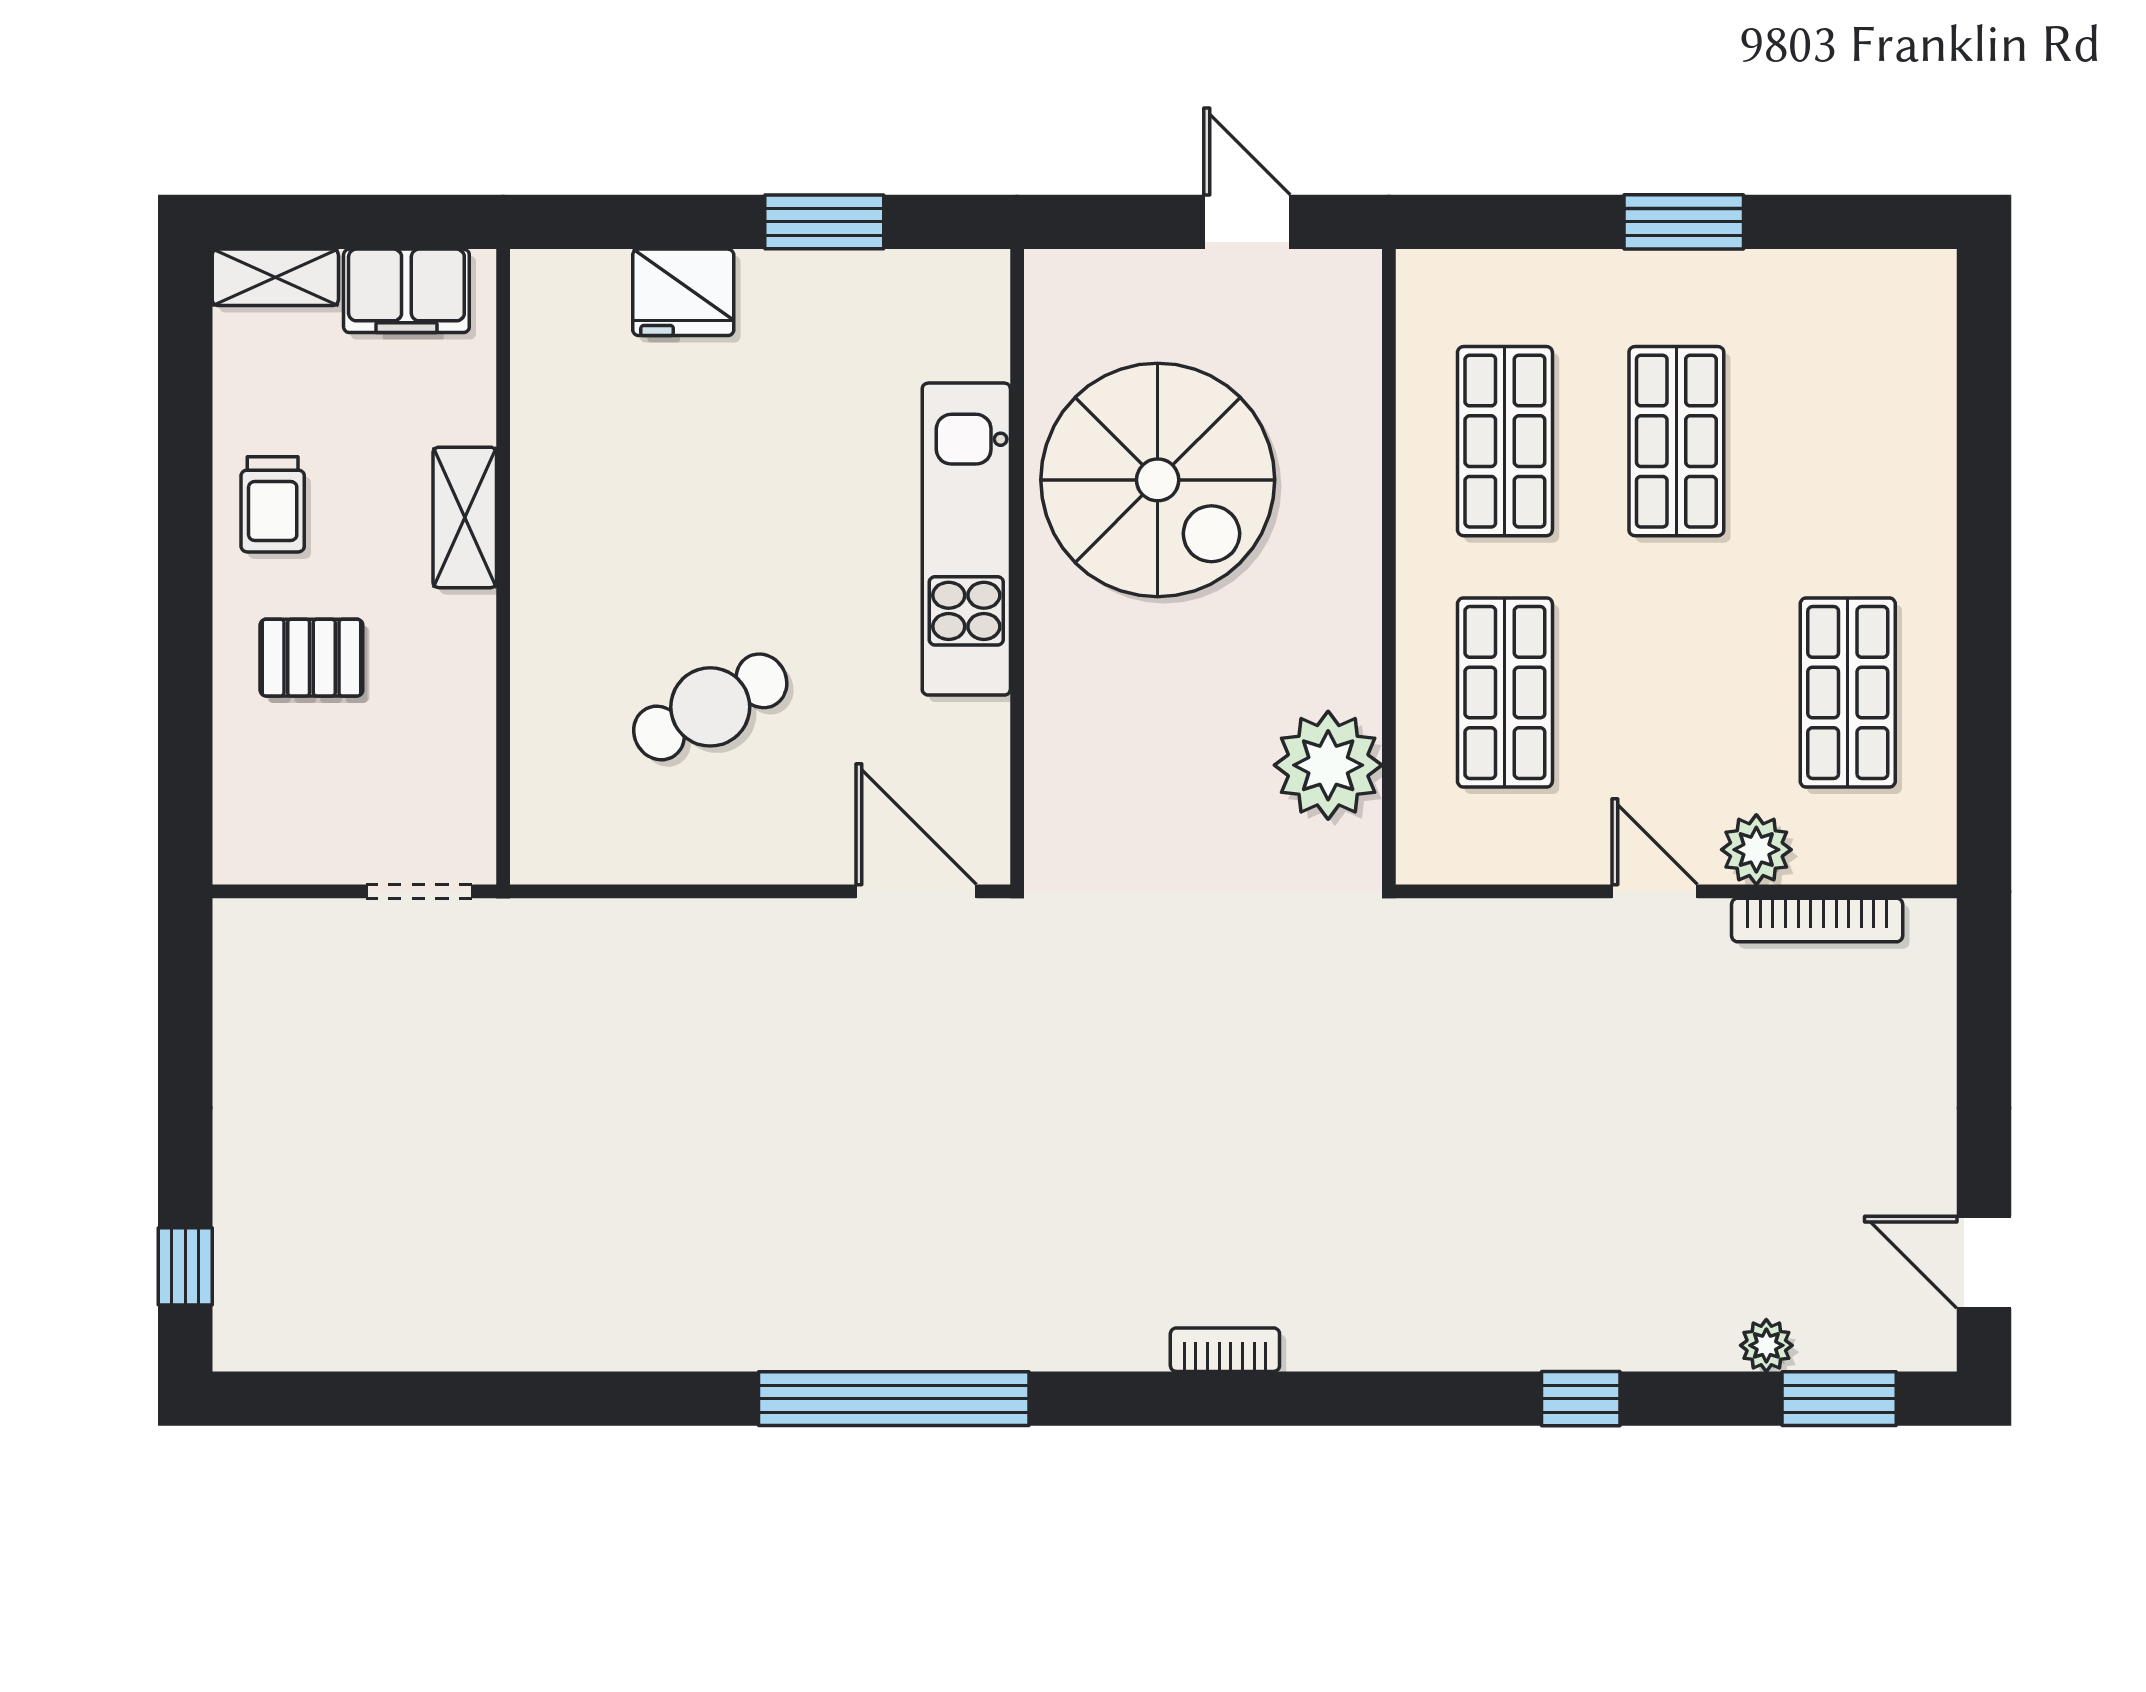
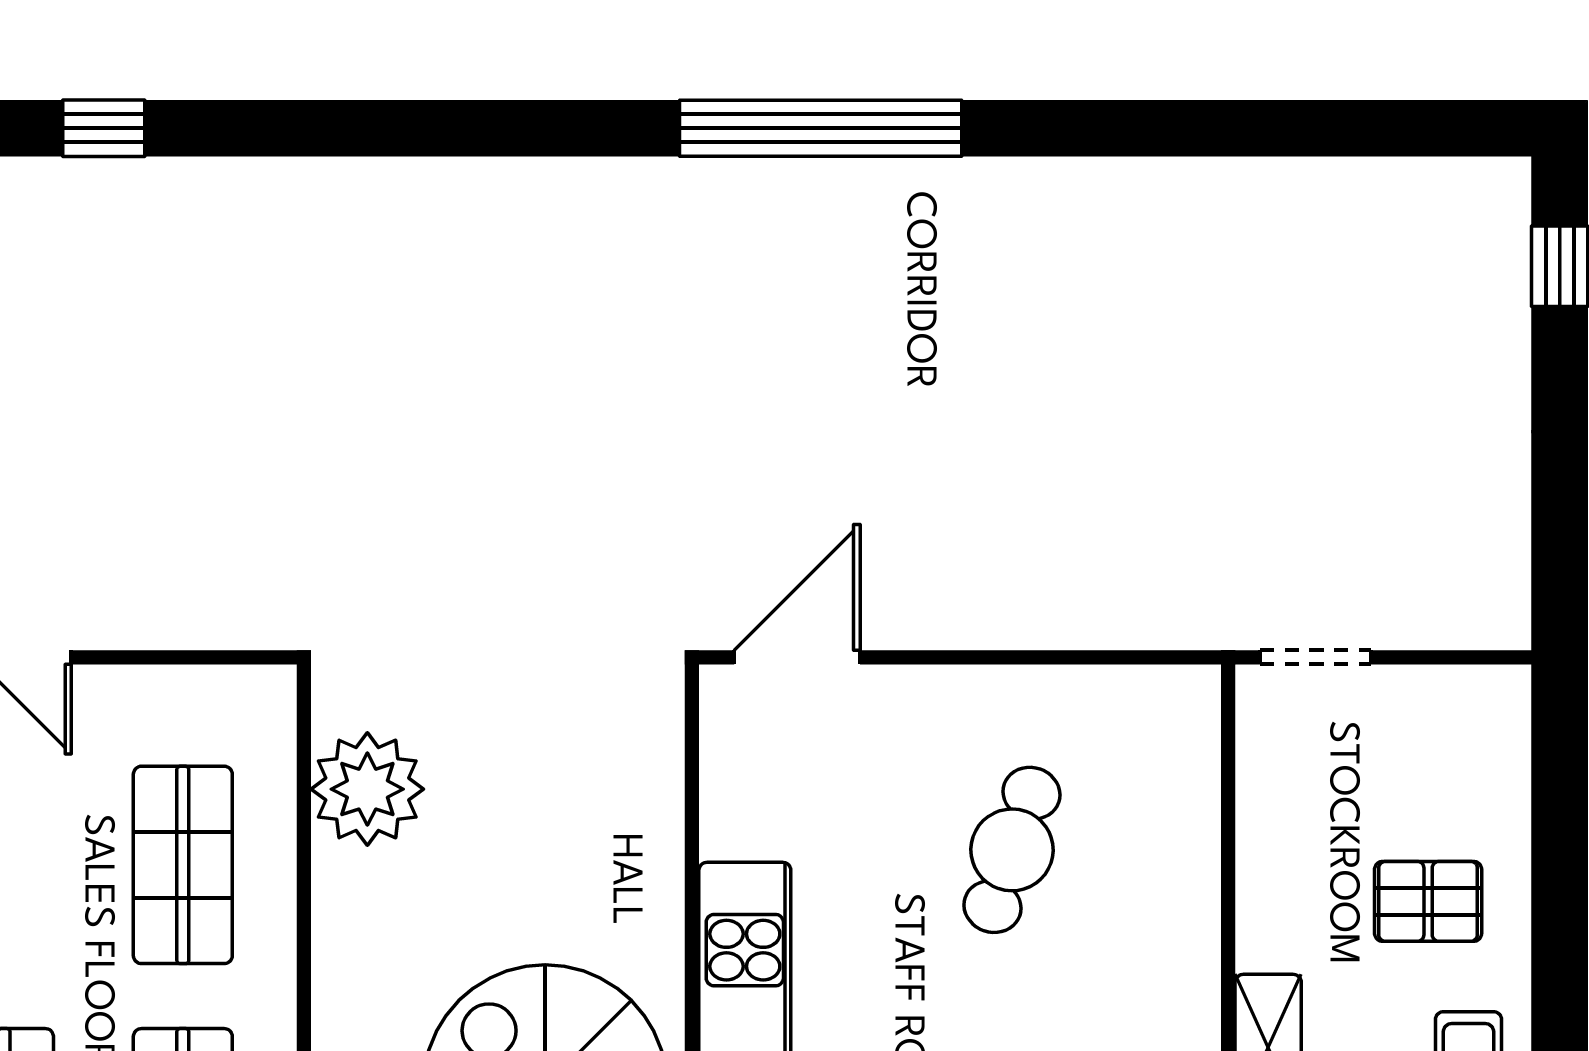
cafe table: (710, 707) -> (1012, 850), turned -44
door: (916, 891) -> (797, 657), swing flipped
bookcase: (1225, 1350) -> (475, 179), removed

